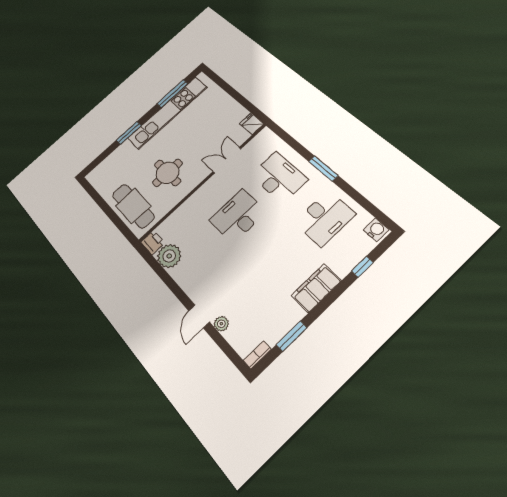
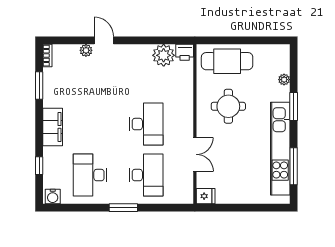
plant: (114, 157) -> (284, 80), added
desk: (279, 177) -> (146, 175), turned -90

